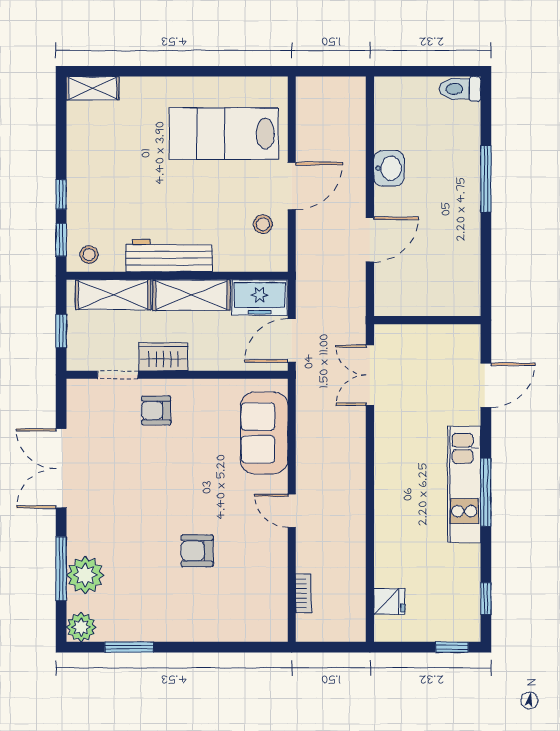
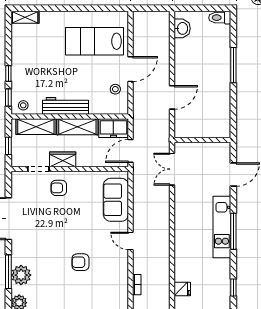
washbasin: (389, 168) -> (182, 28), moved

